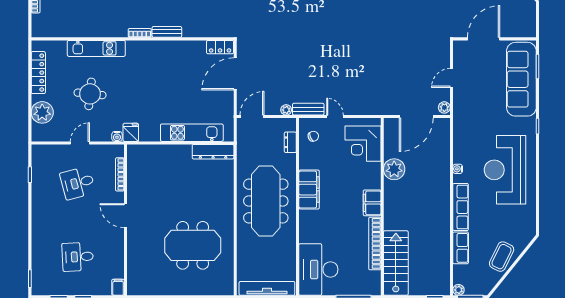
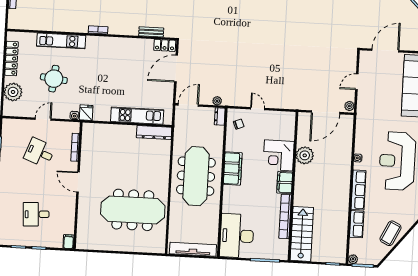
bench: (167, 32) -> (151, 32), moved
bench: (308, 109) -> (236, 101), removed
dresser: (290, 142) -> (220, 116), moved
corner desk: (363, 144) -> (279, 155), moved
desk: (78, 183) -> (40, 153), turned 36
meeting table: (193, 245) -> (133, 210), width x1.36

